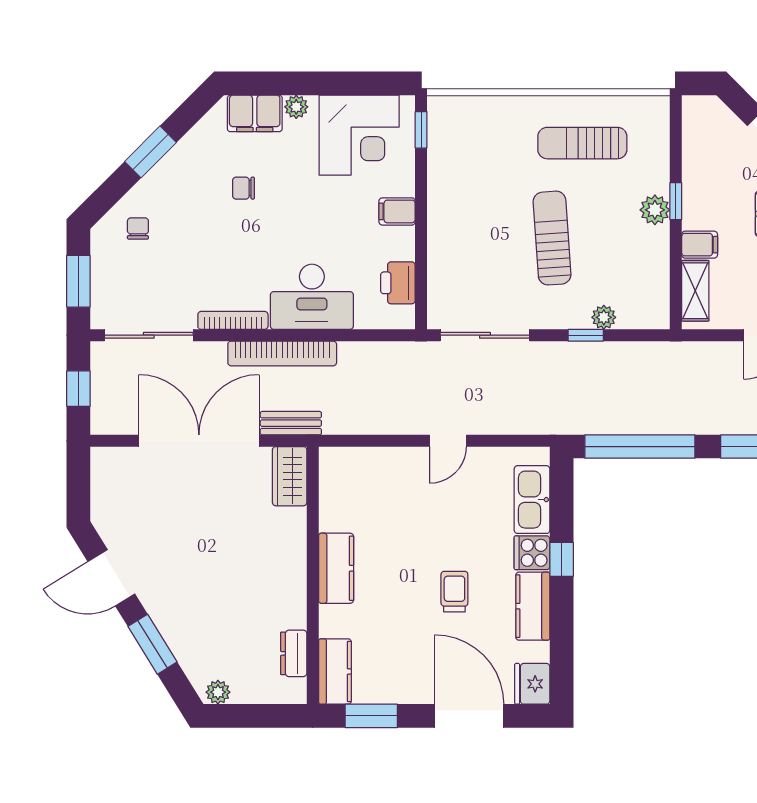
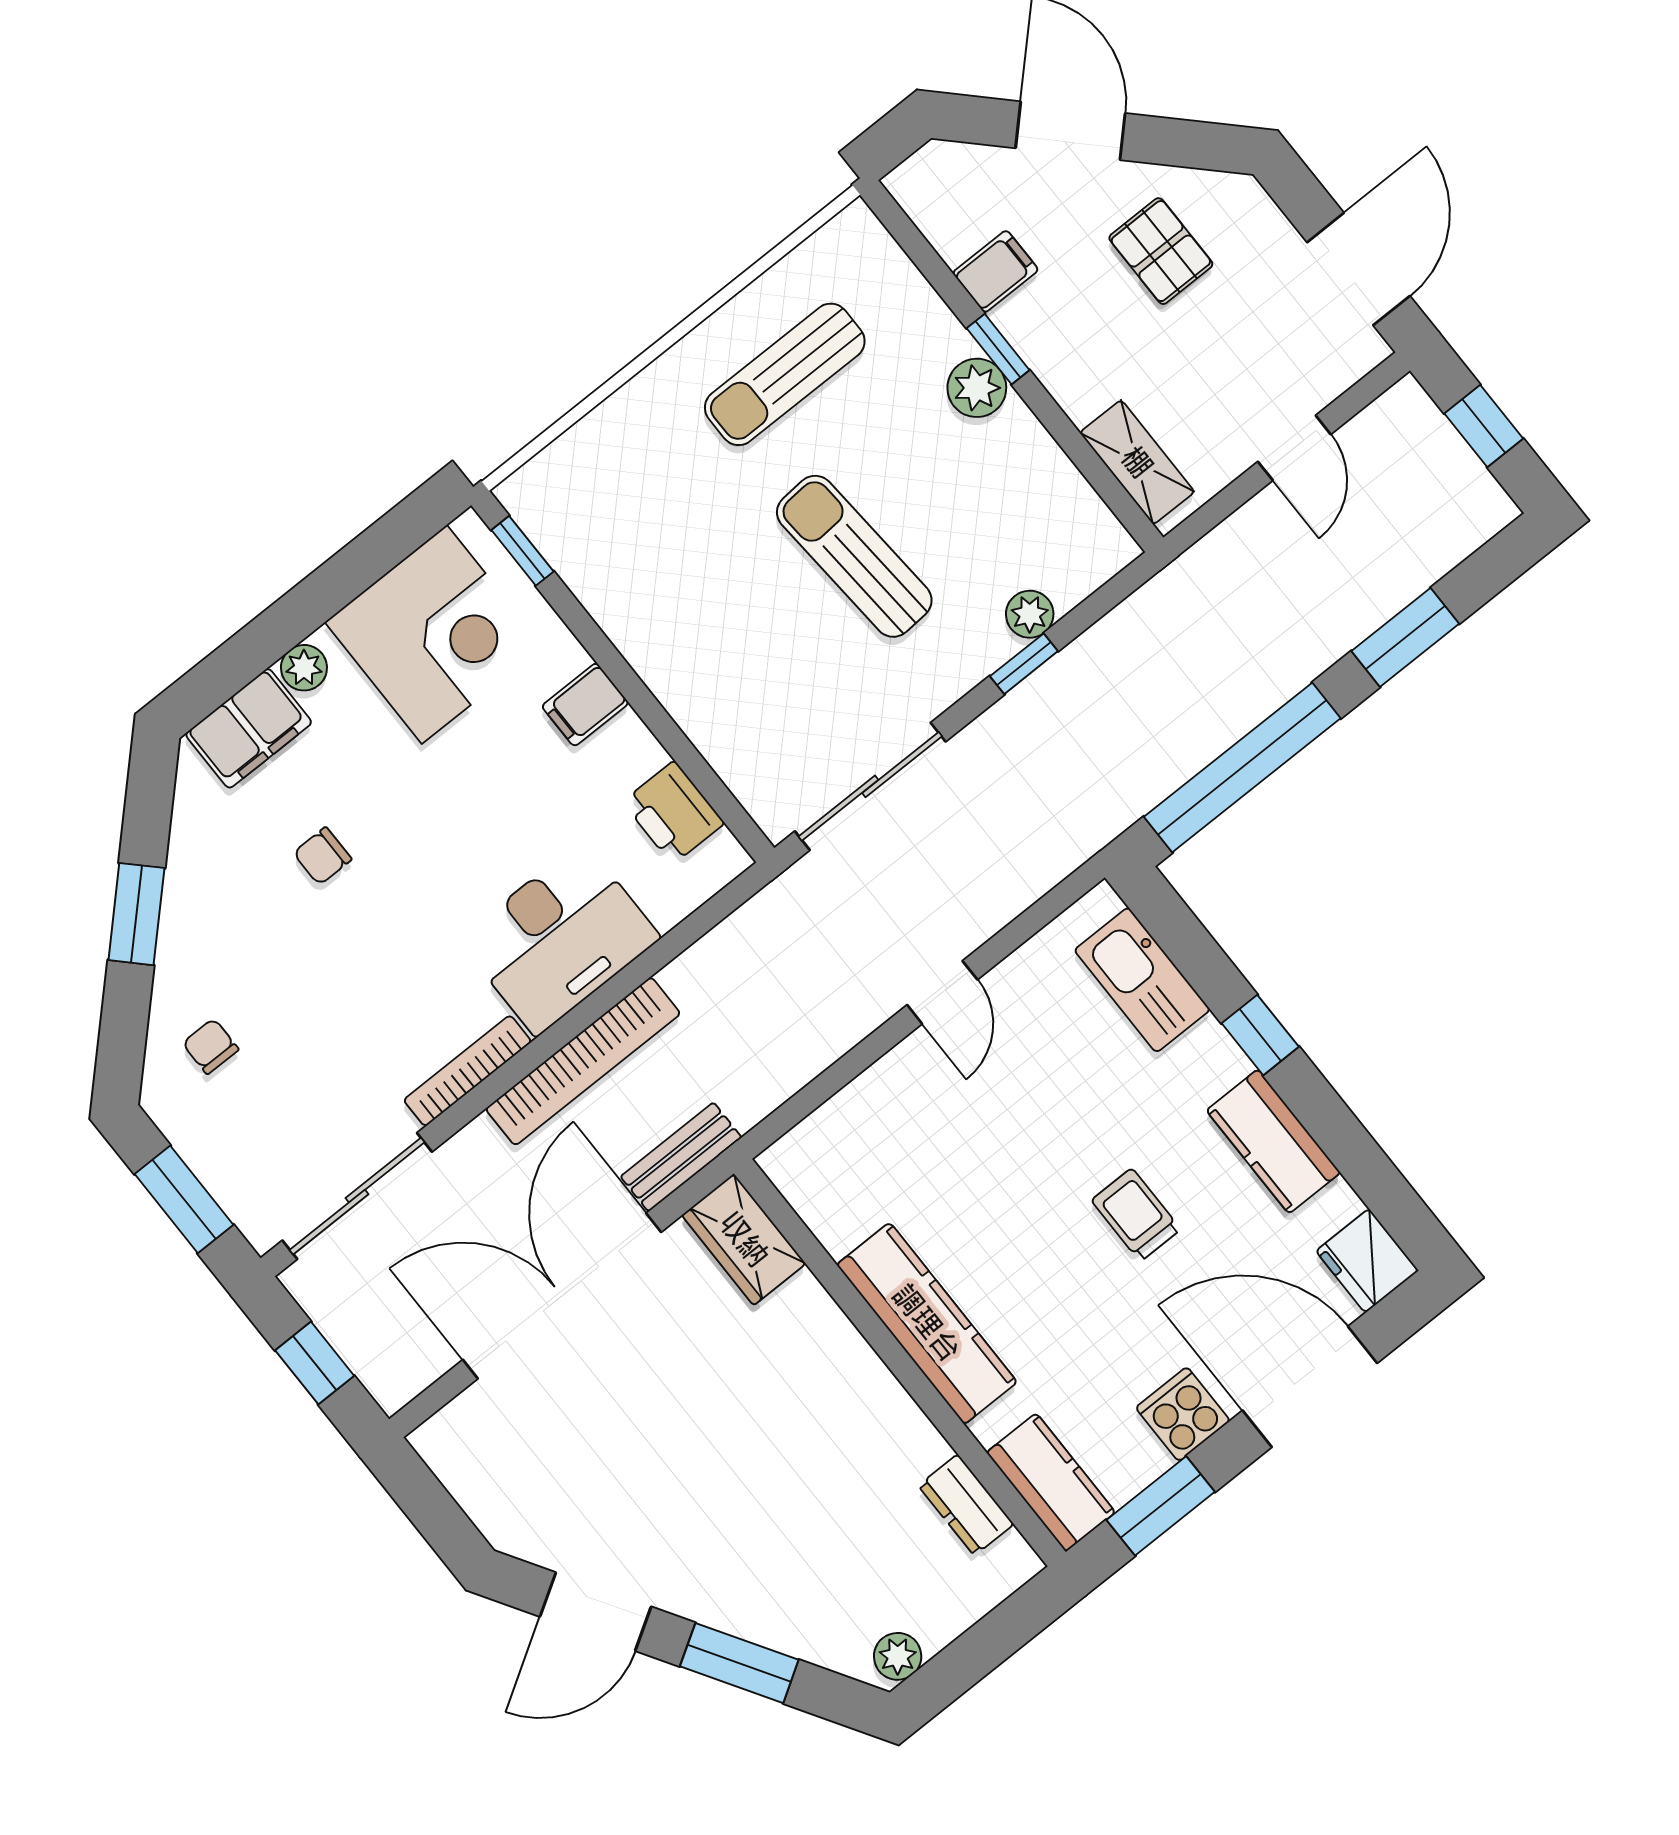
filing cabinet: (700, 245) -> (995, 271), moved
cooker: (532, 553) -> (1183, 1414), moved, turned 90
kitchen counter: (336, 568) -> (927, 1323), width x1.50

